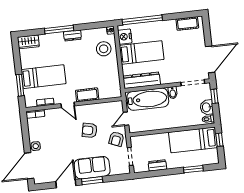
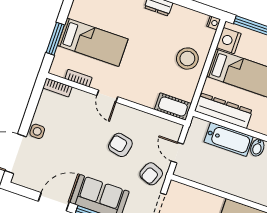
stool: (104, 49) -> (187, 59), moved
cot: (87, 95) -> (173, 106), moved
bathtub: (148, 99) -> (228, 139), width x0.73, depth x0.73
door: (126, 119) -> (177, 153), hinge flipped

